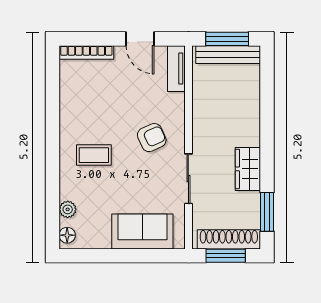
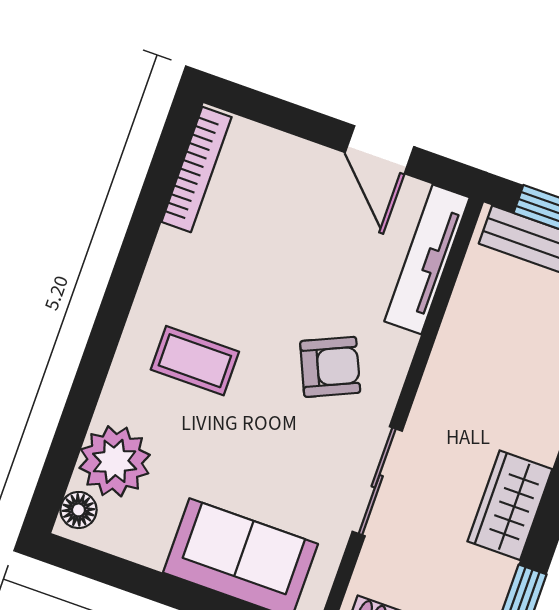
bookcase: (86, 52) -> (196, 169), moved, turned -90
tv unit: (176, 69) -> (427, 259), width x1.41
plant: (68, 209) -> (115, 461), width x1.88, depth x1.88

